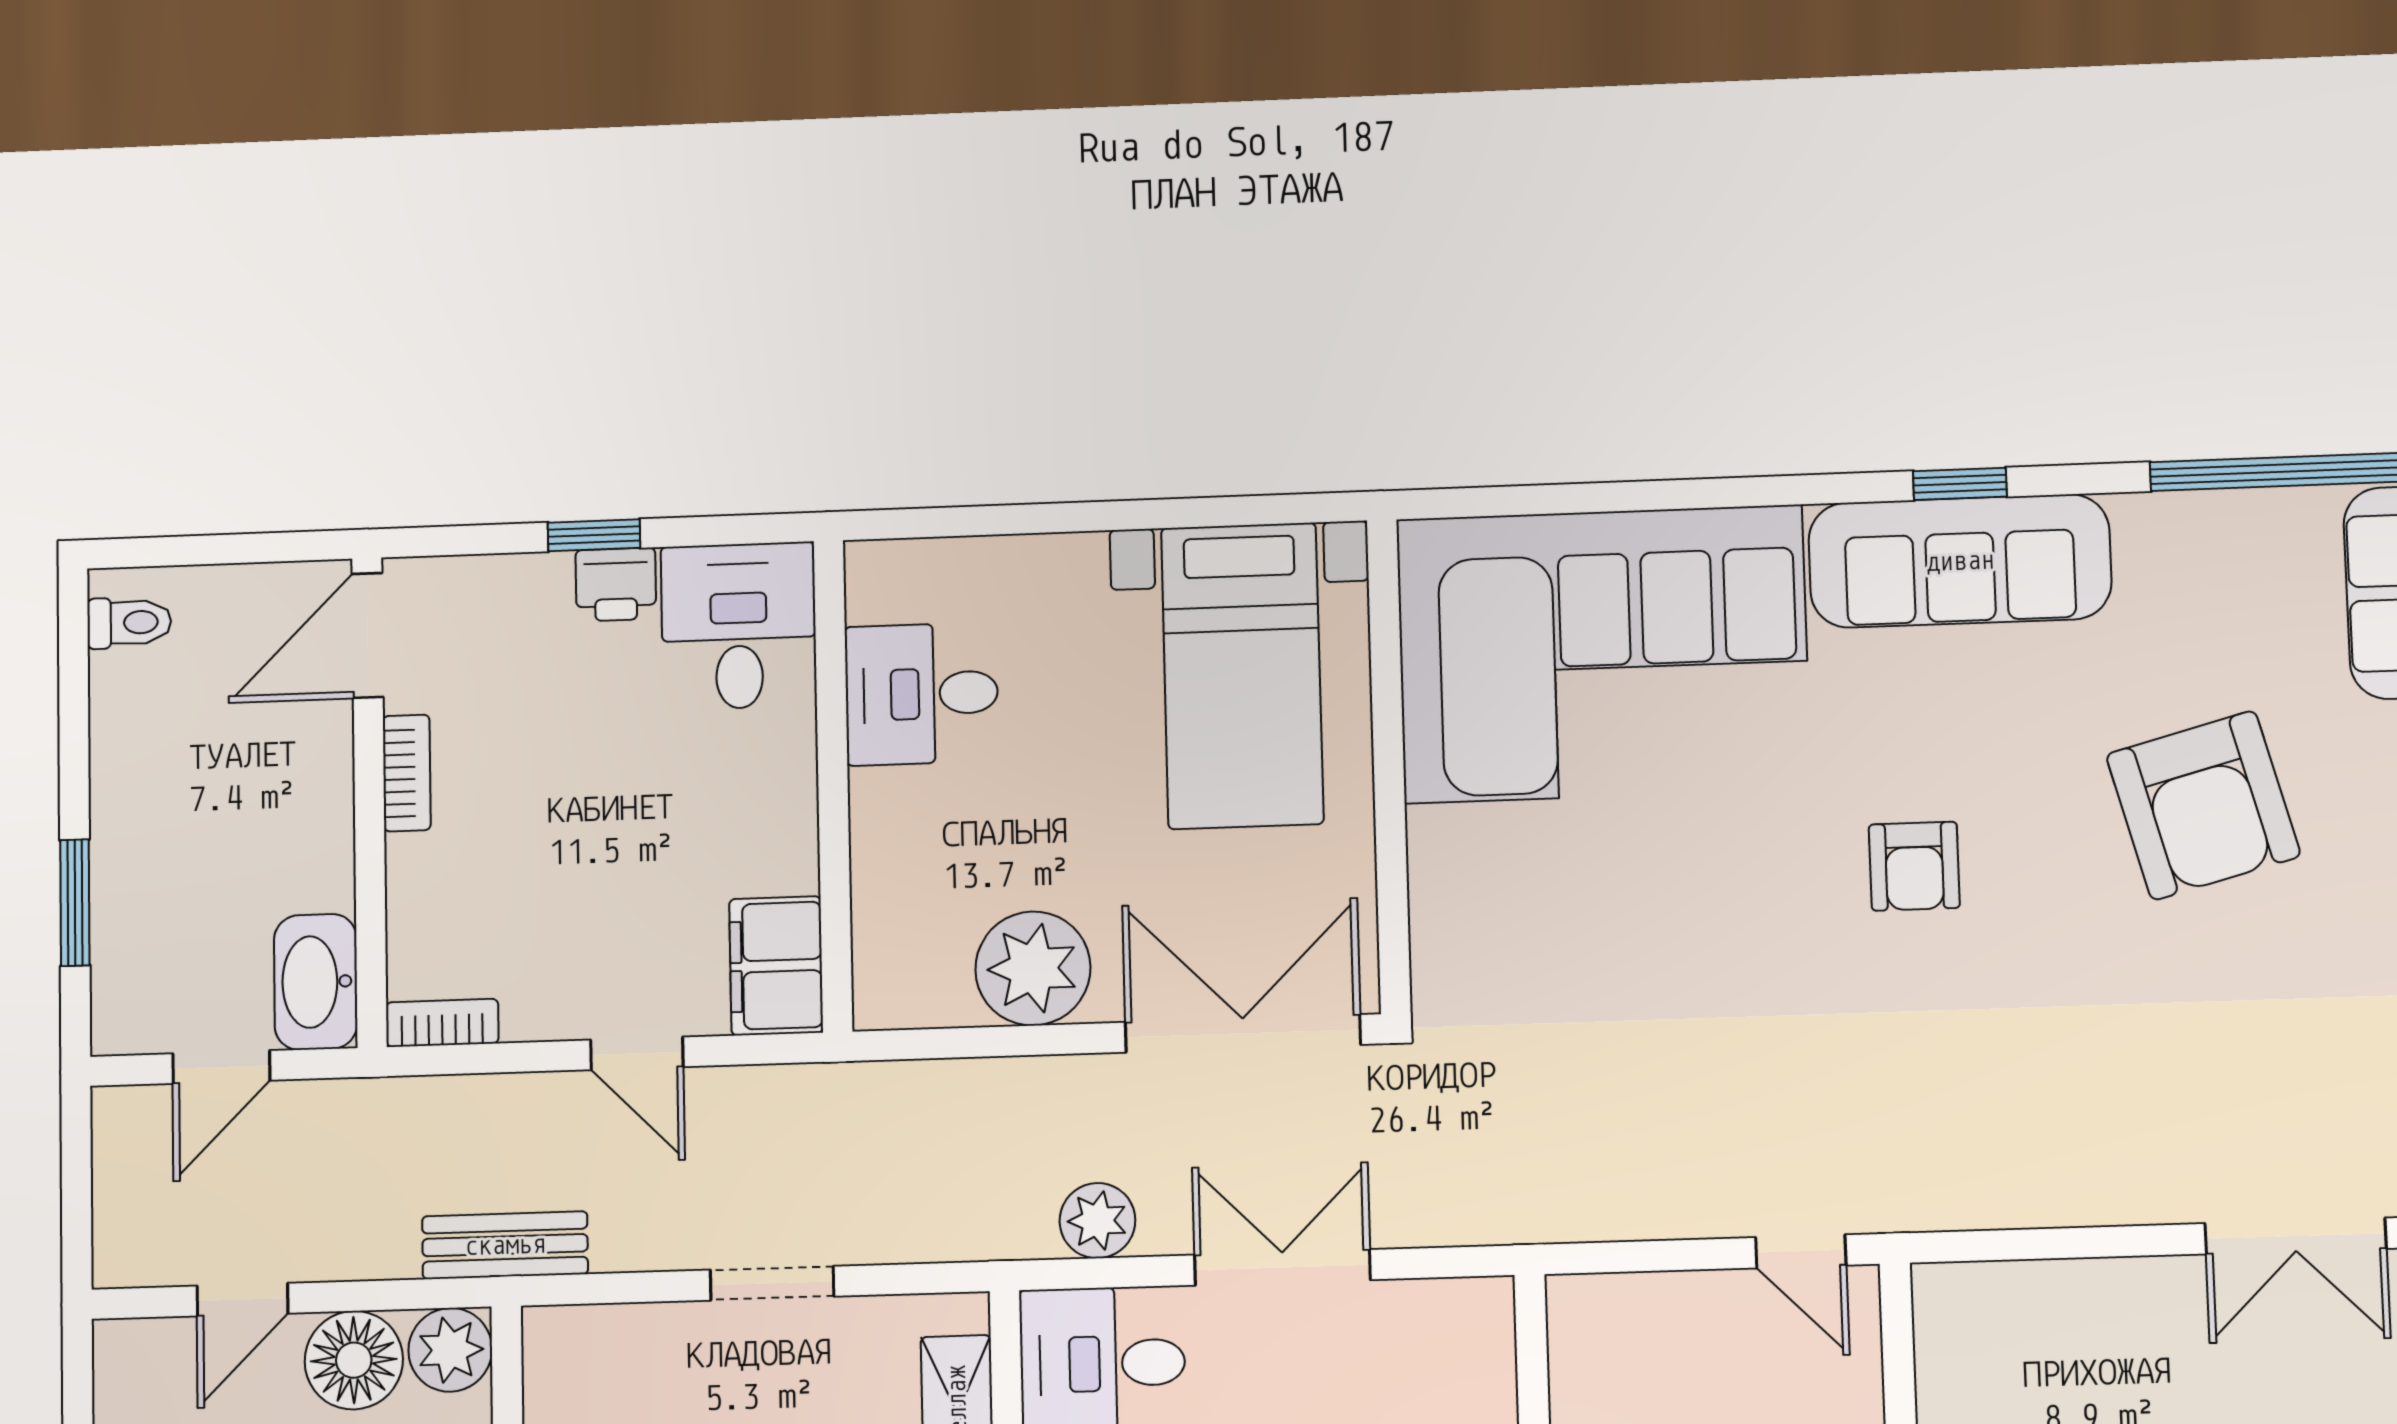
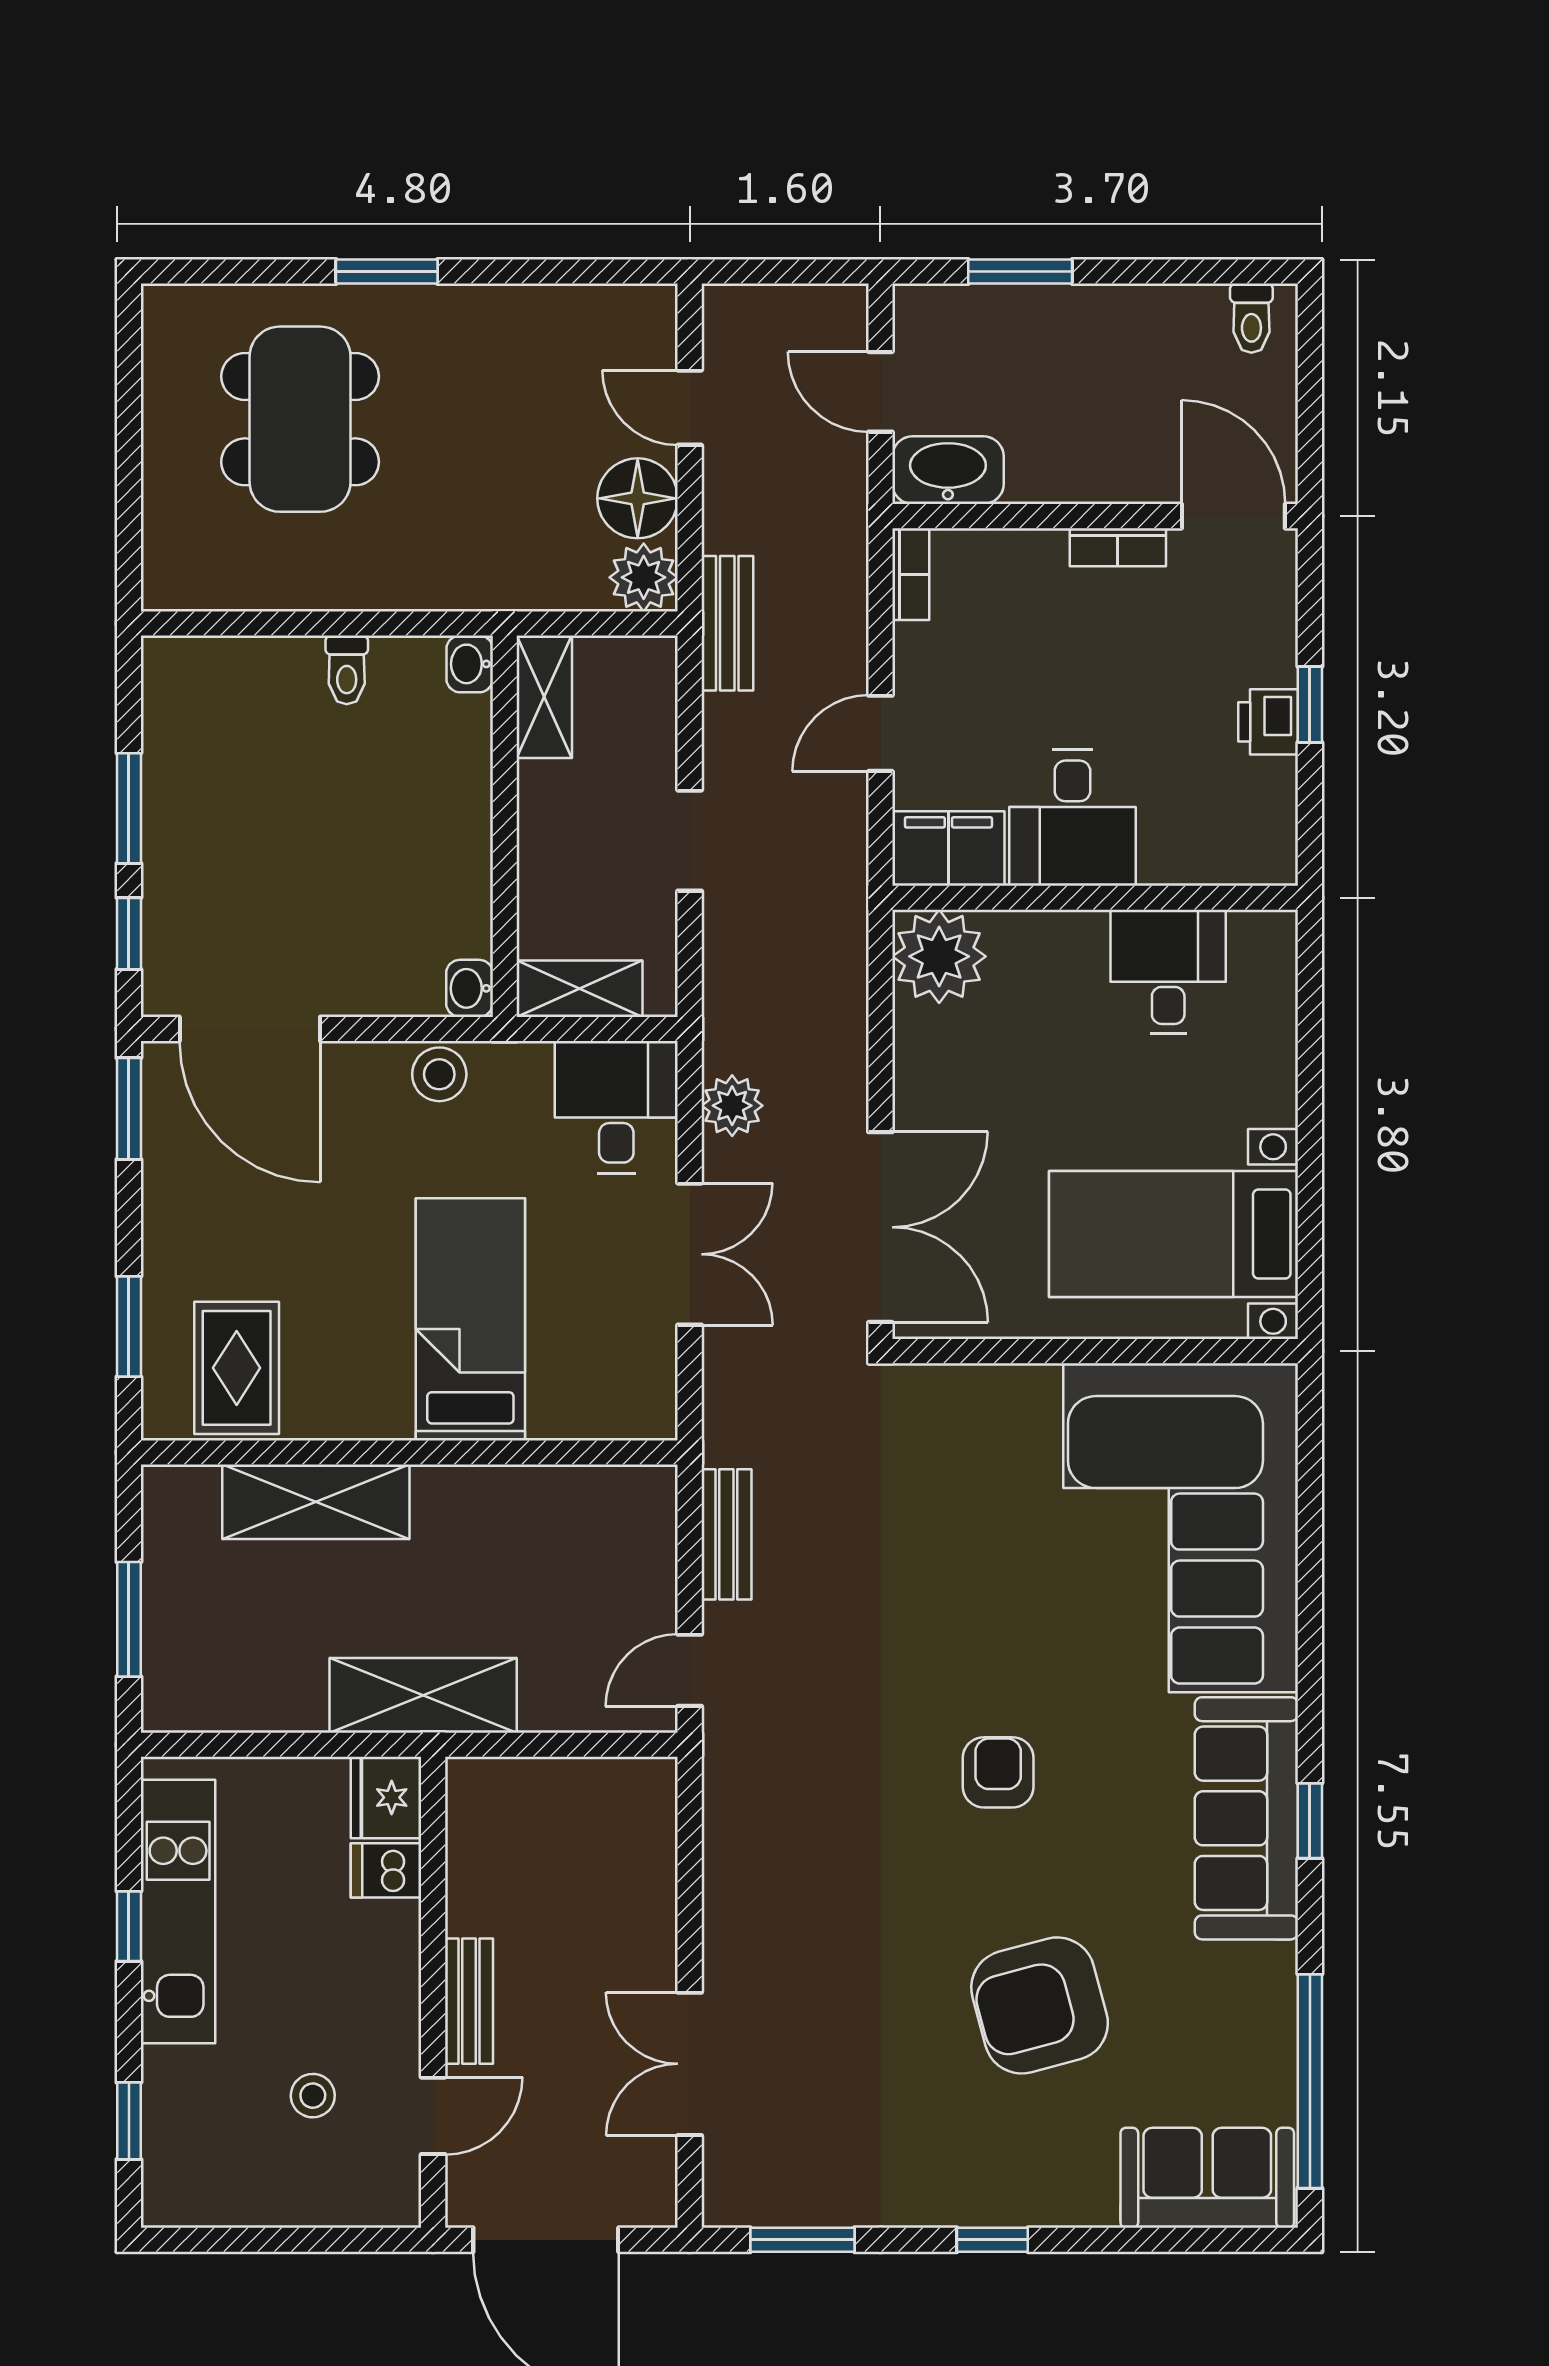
desk: (739, 626) -> (1072, 818), moved, turned 90
armchair: (1914, 866) -> (998, 1772), turned 90
plant: (1033, 968) -> (939, 956), moved
bench: (1630, 1211) -> (726, 1534), added

